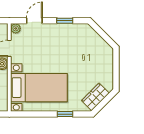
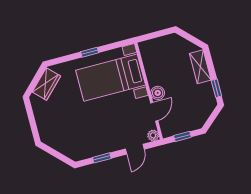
window: (65, 114) -> (90, 52), moved

